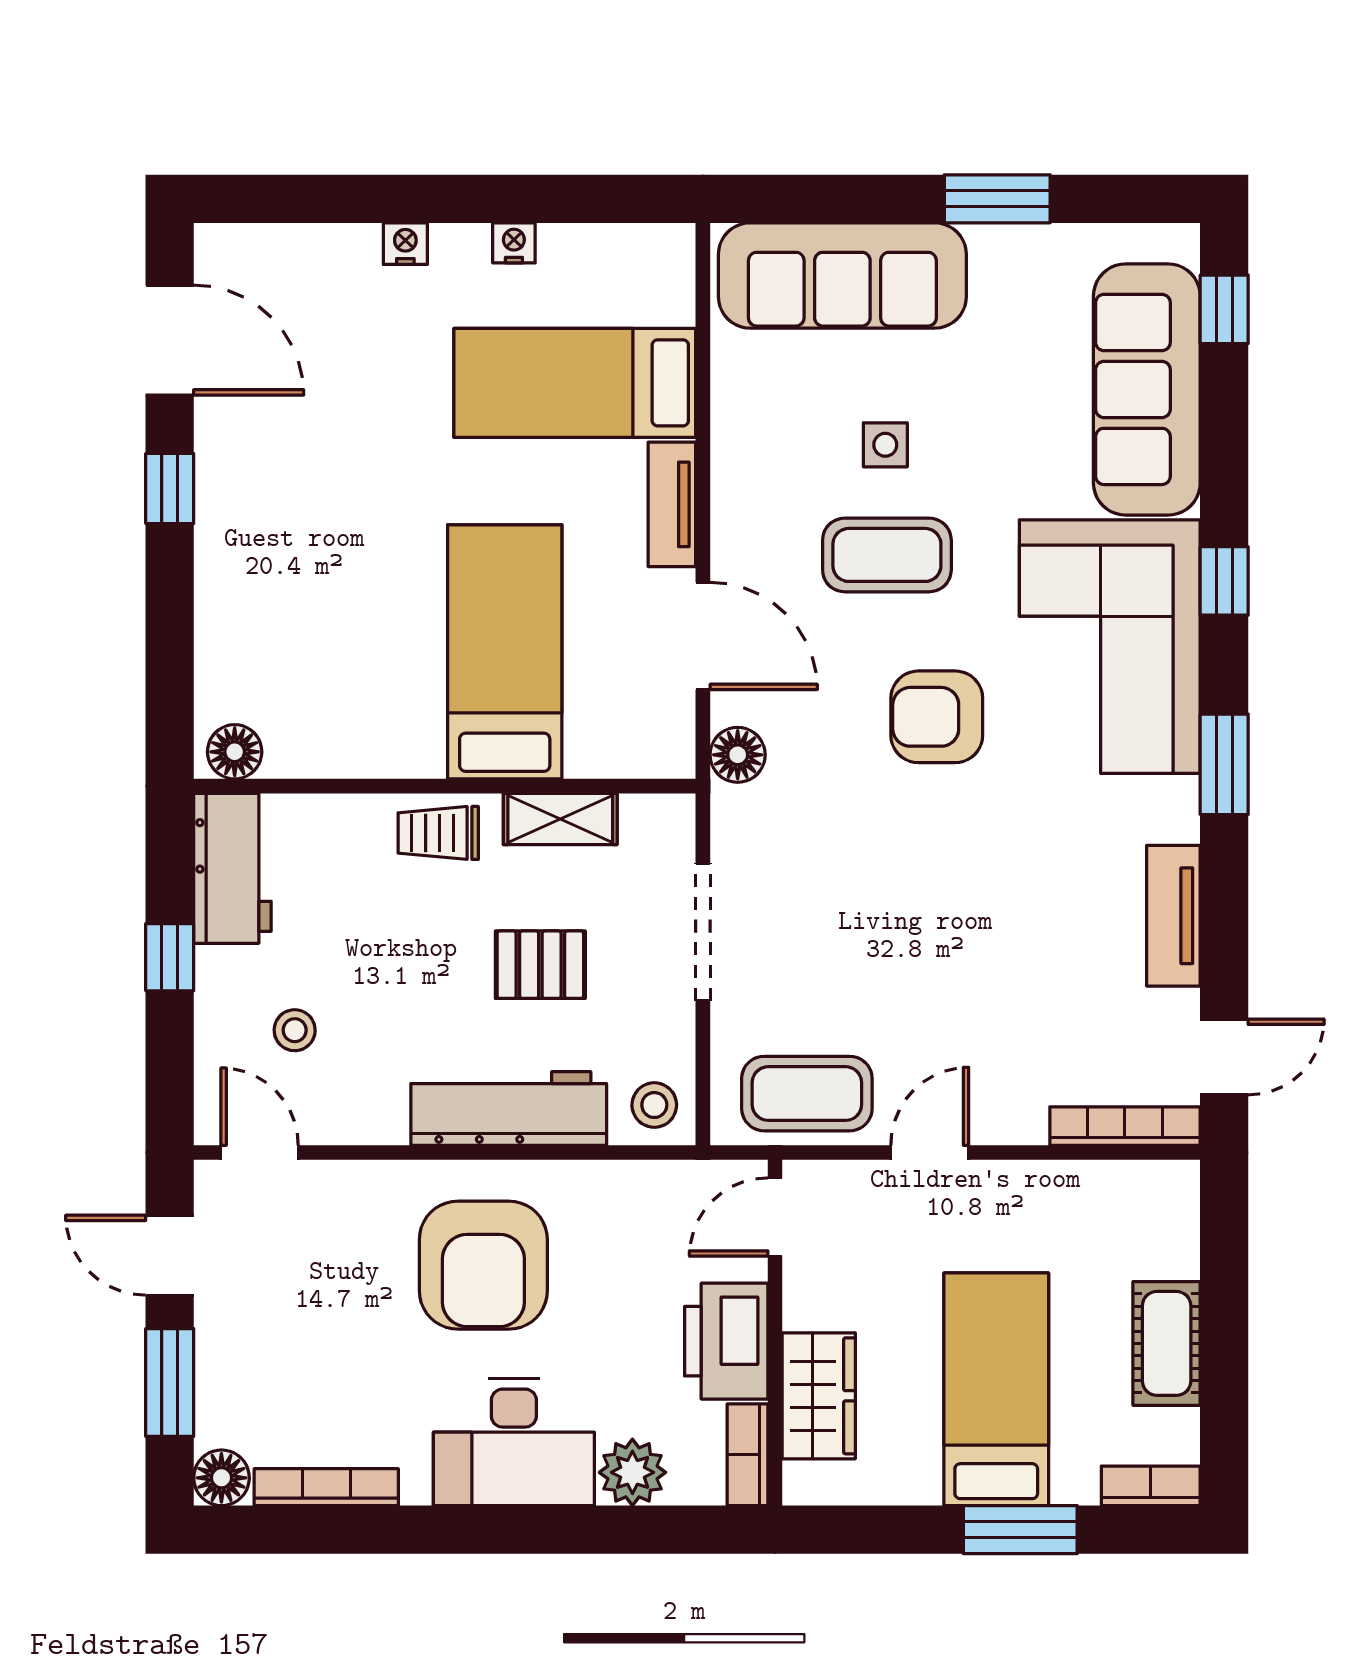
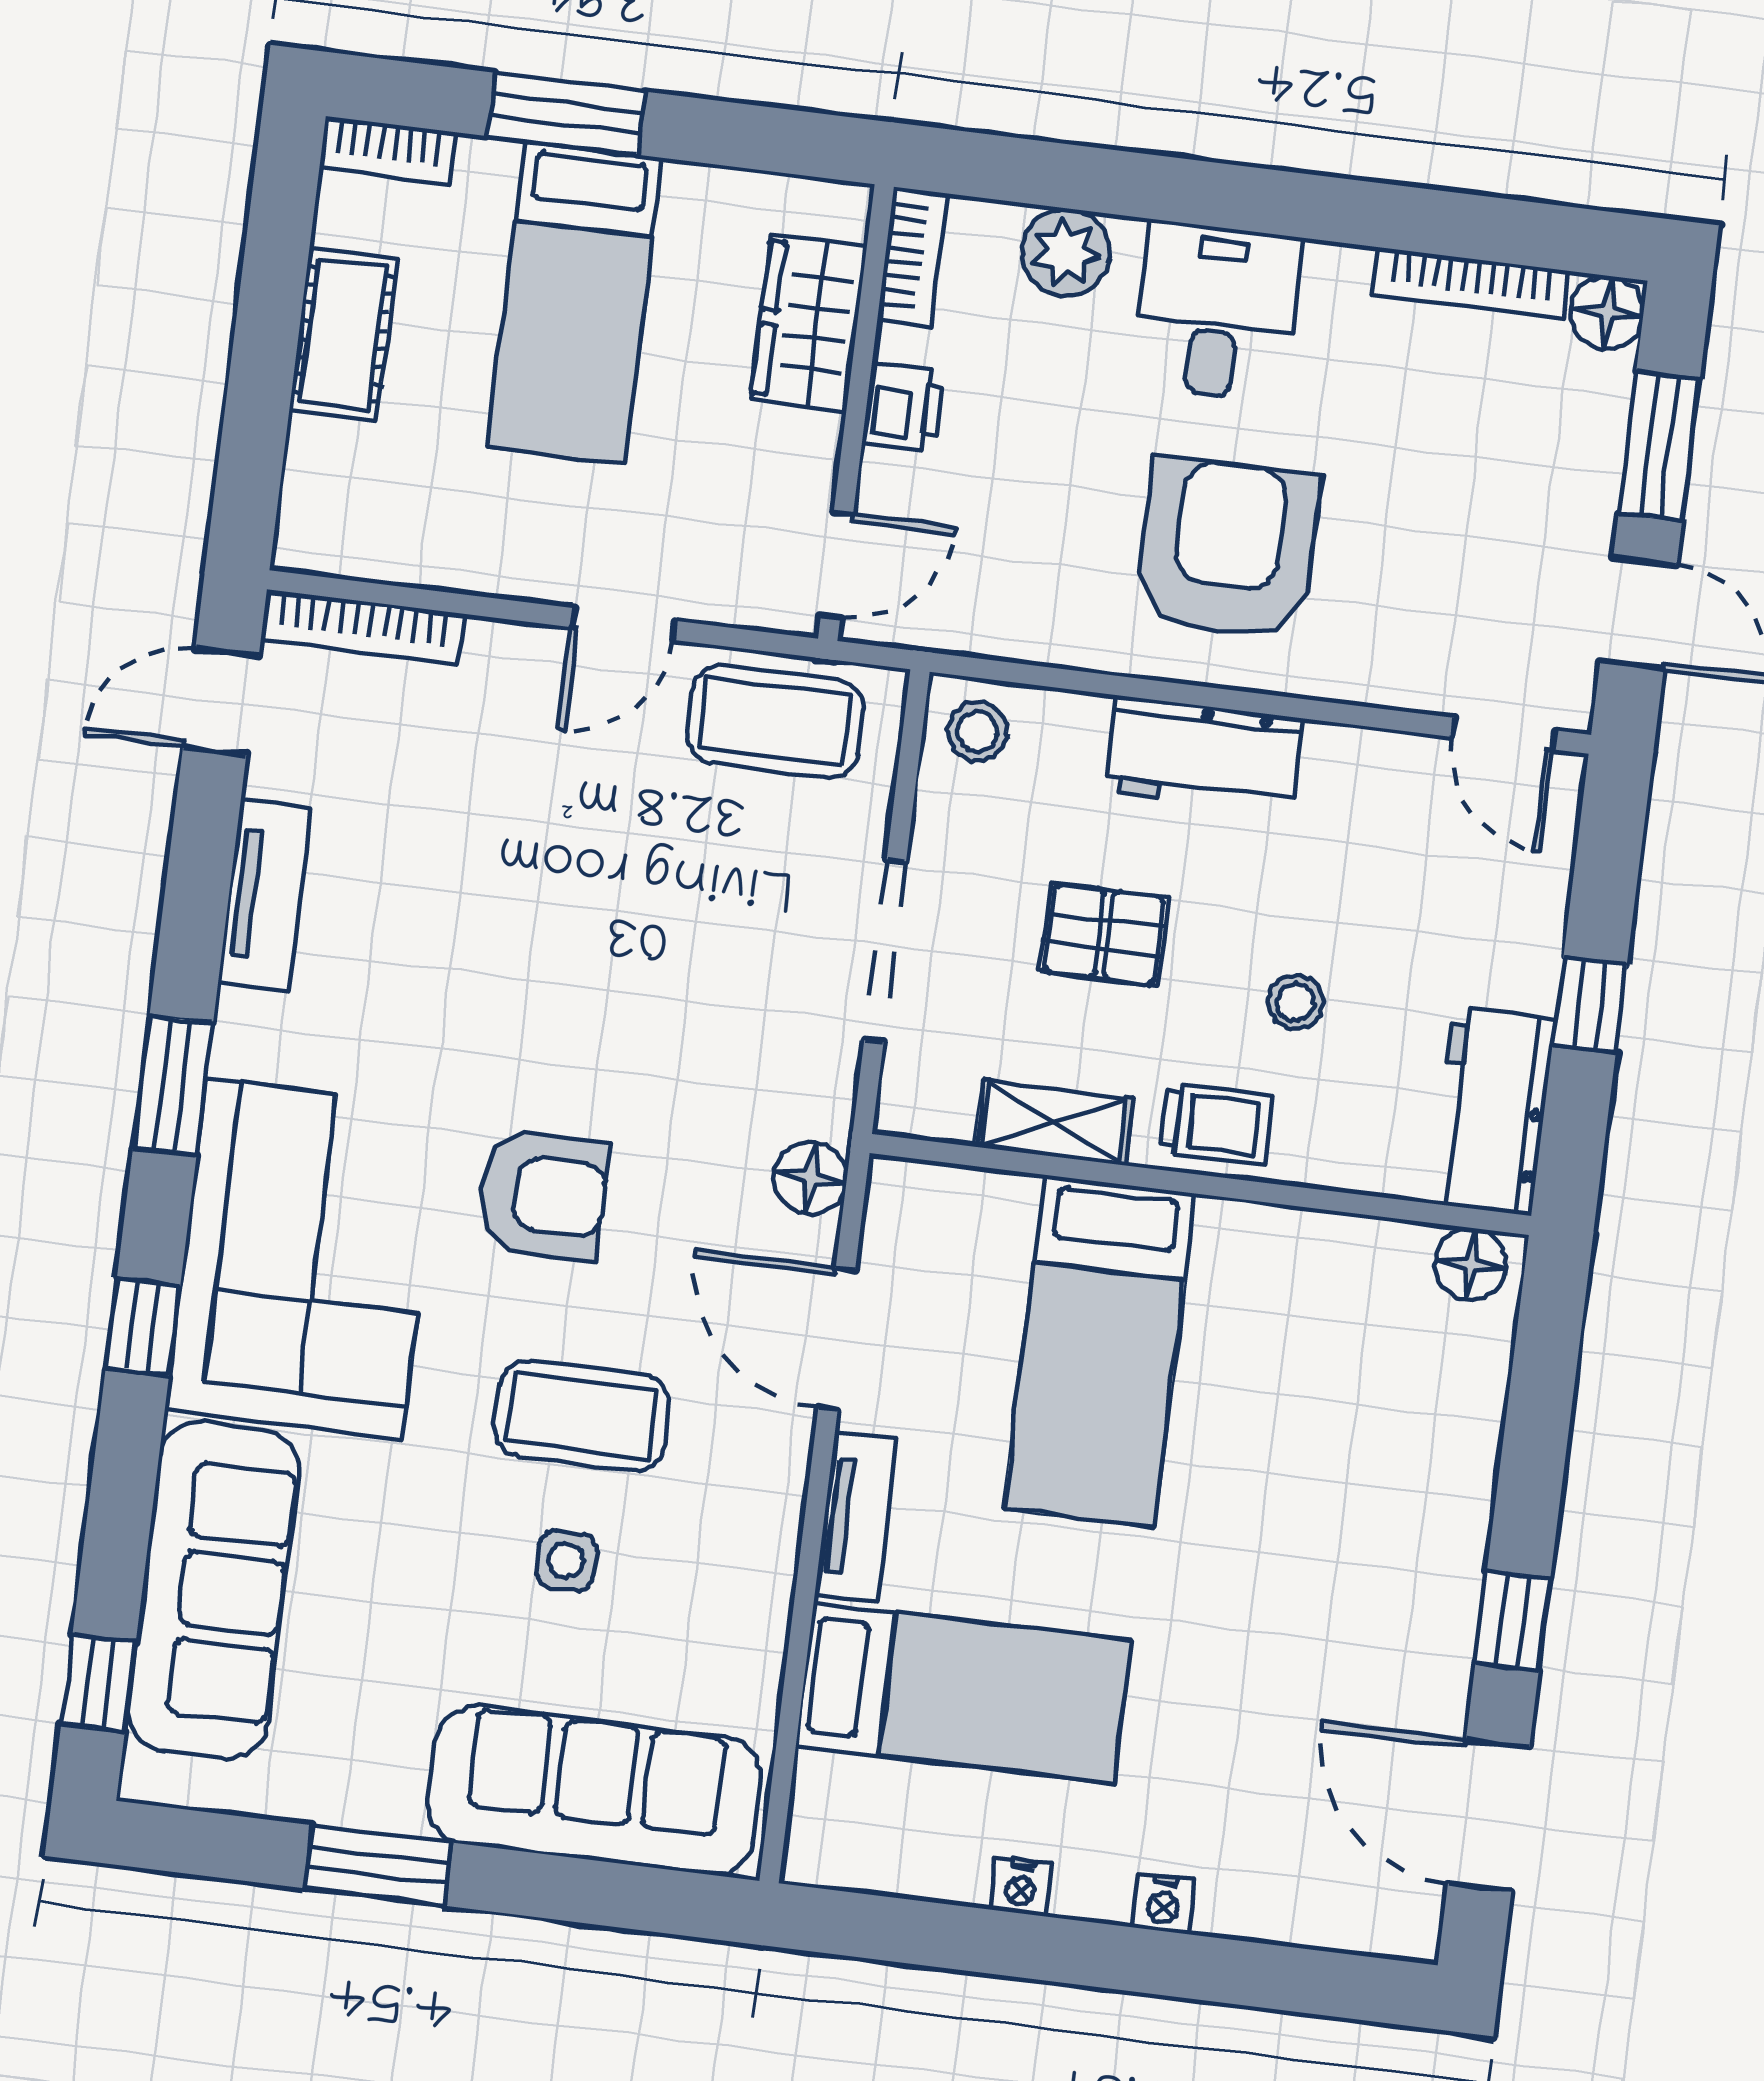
stool: (295, 1030) -> (1295, 1002), moved
workbench: (509, 1108) -> (1204, 755), width x0.73
printer: (726, 1341) -> (904, 407), width x0.53, depth x0.68
desk: (514, 1442) -> (1217, 311), width x0.73

